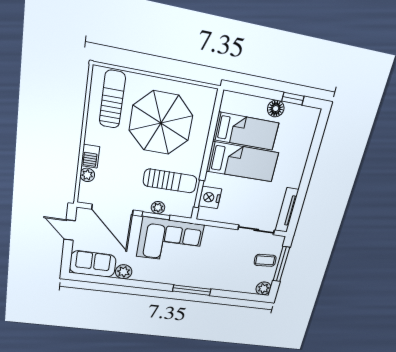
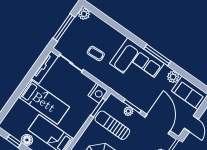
bed: (242, 162) -> (44, 102), moved, turned 180
nightstand: (210, 197) -> (98, 93), moved
corner sofa: (170, 241) -> (137, 64), moved, turned 180
coffee table: (265, 260) -> (96, 53), moved
window: (192, 290) -> (157, 55), moved

